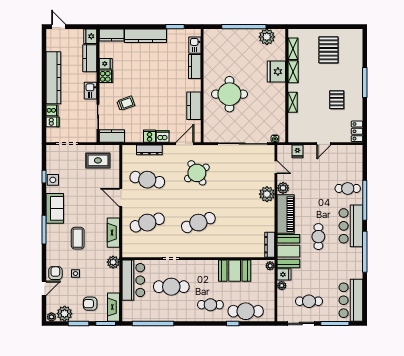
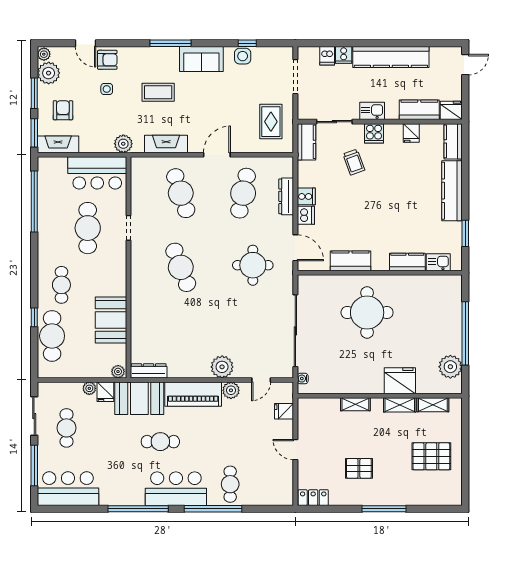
cooker: (106, 76) -> (374, 133), moved
round table: (197, 173) -> (253, 265), turned 32

